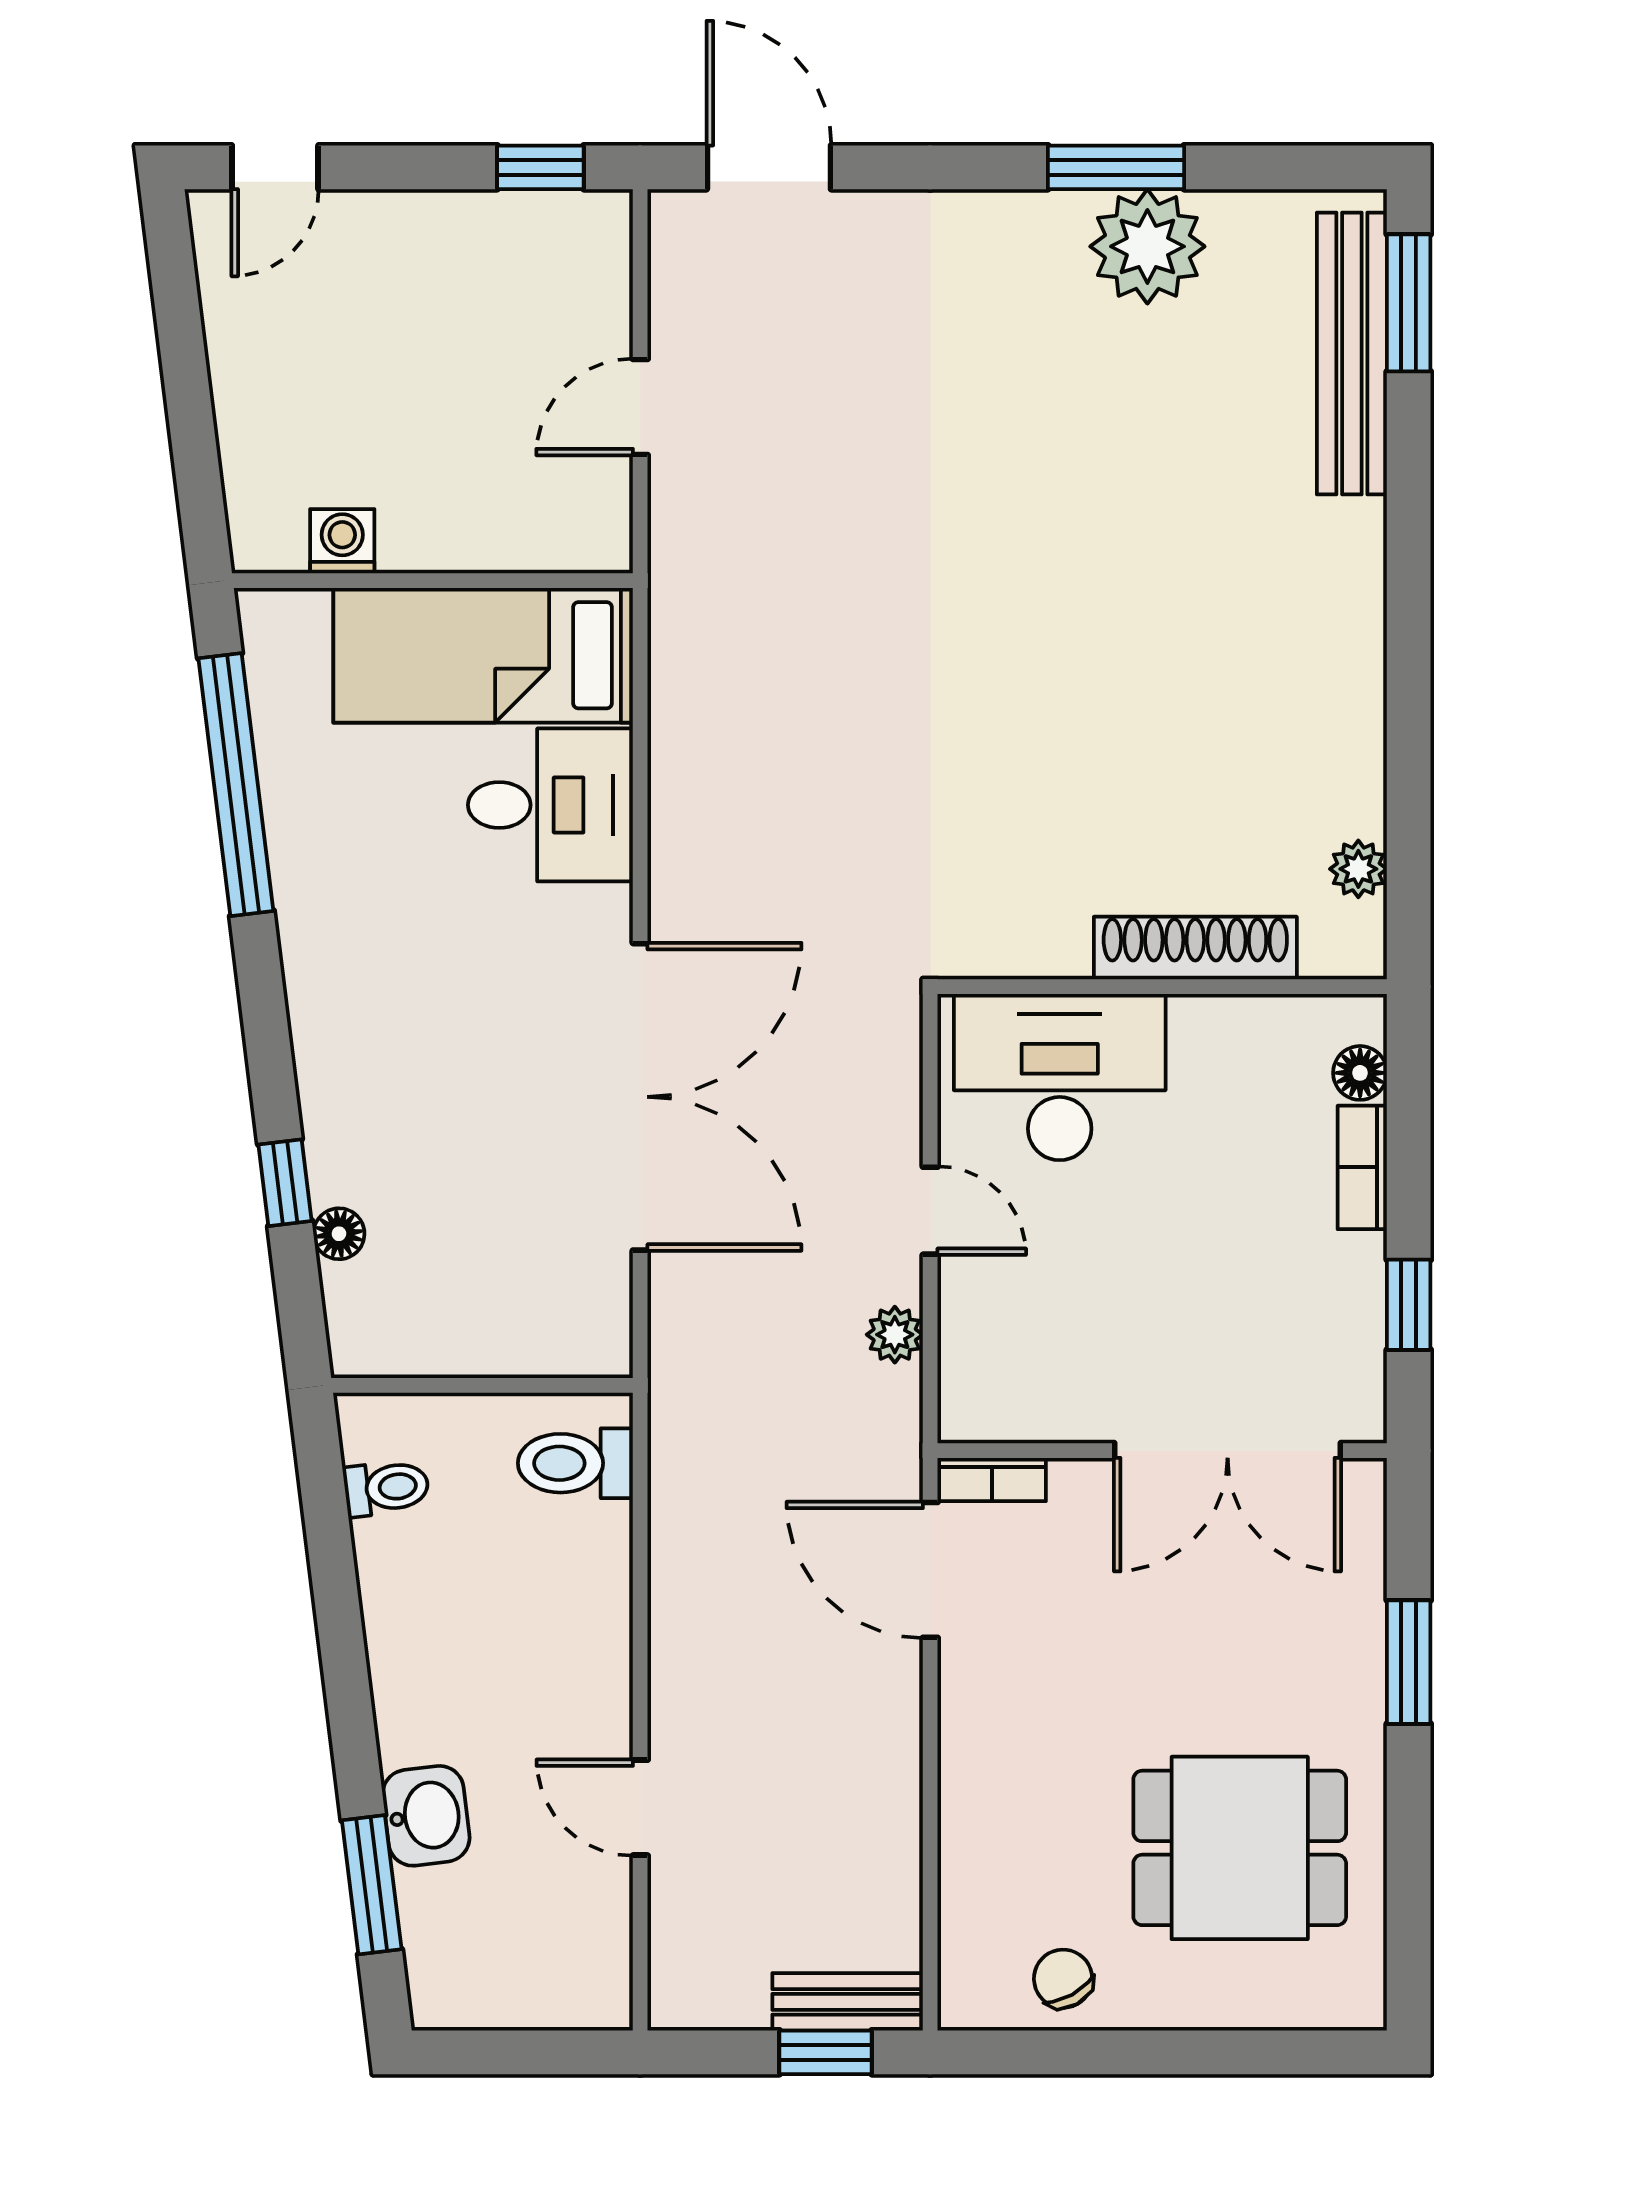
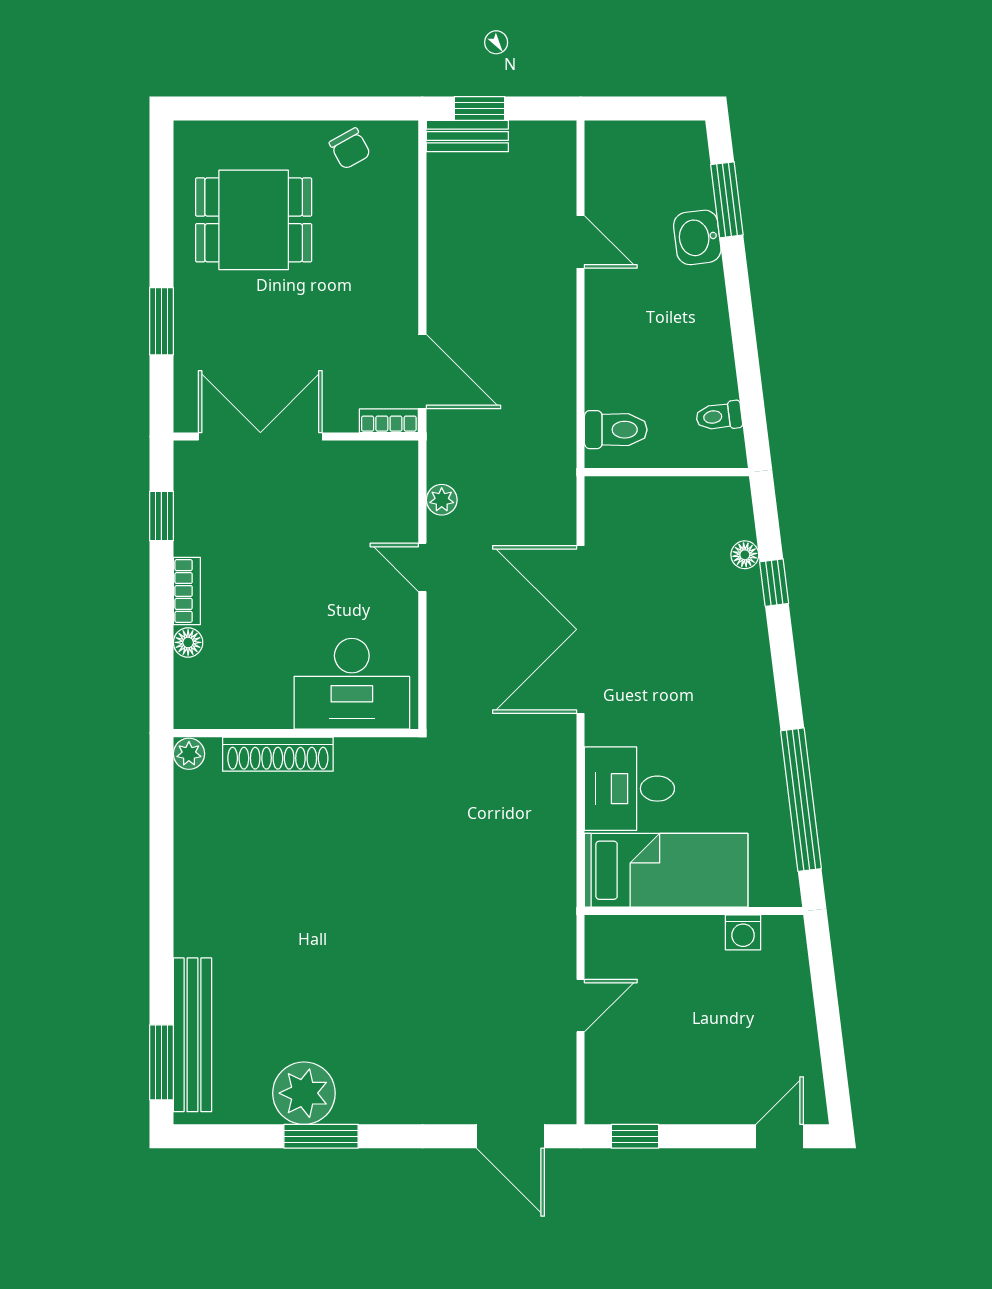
shoe rack: (1195, 948) -> (278, 754), moved
wall: (1162, 987) -> (296, 733), moved
desk: (1060, 1077) -> (352, 684), moved

